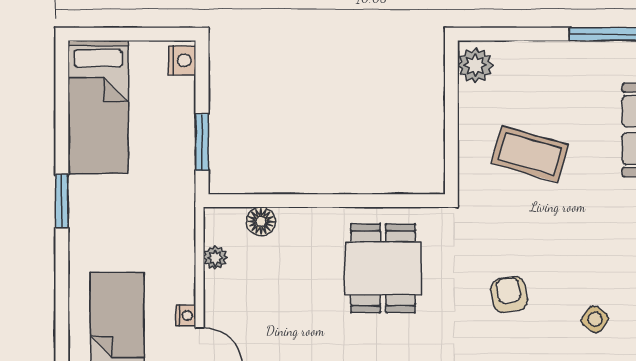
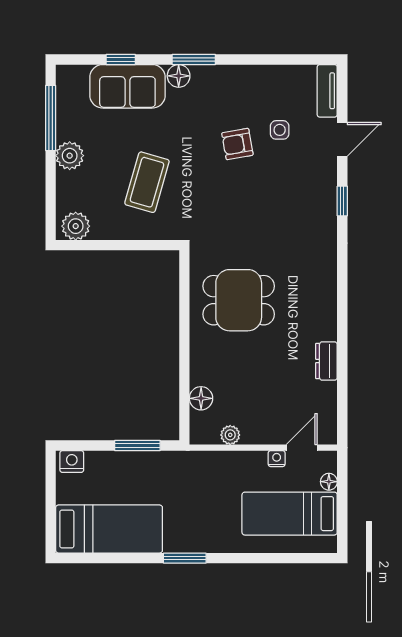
plant: (563, 58) -> (70, 156), added
armchair: (509, 295) -> (237, 144), moved
side table: (595, 319) -> (280, 130), turned -36

